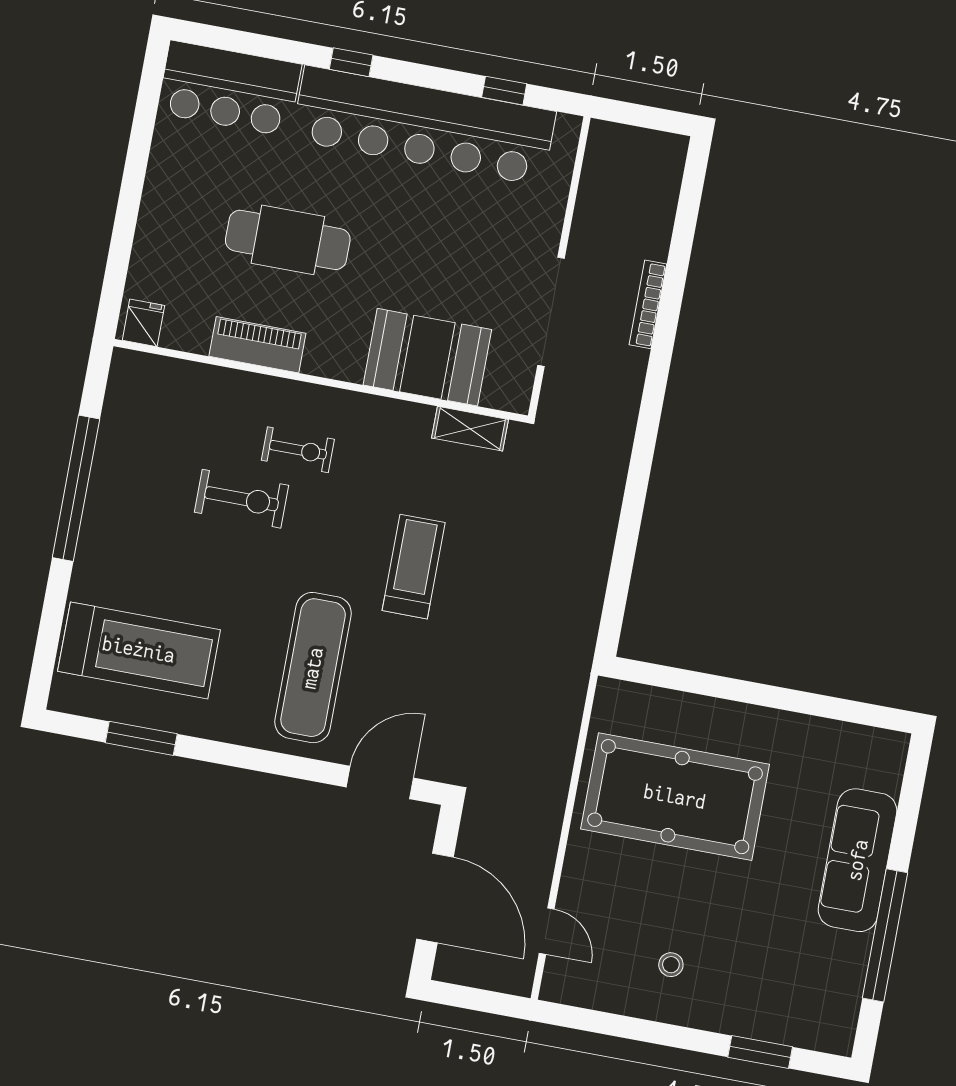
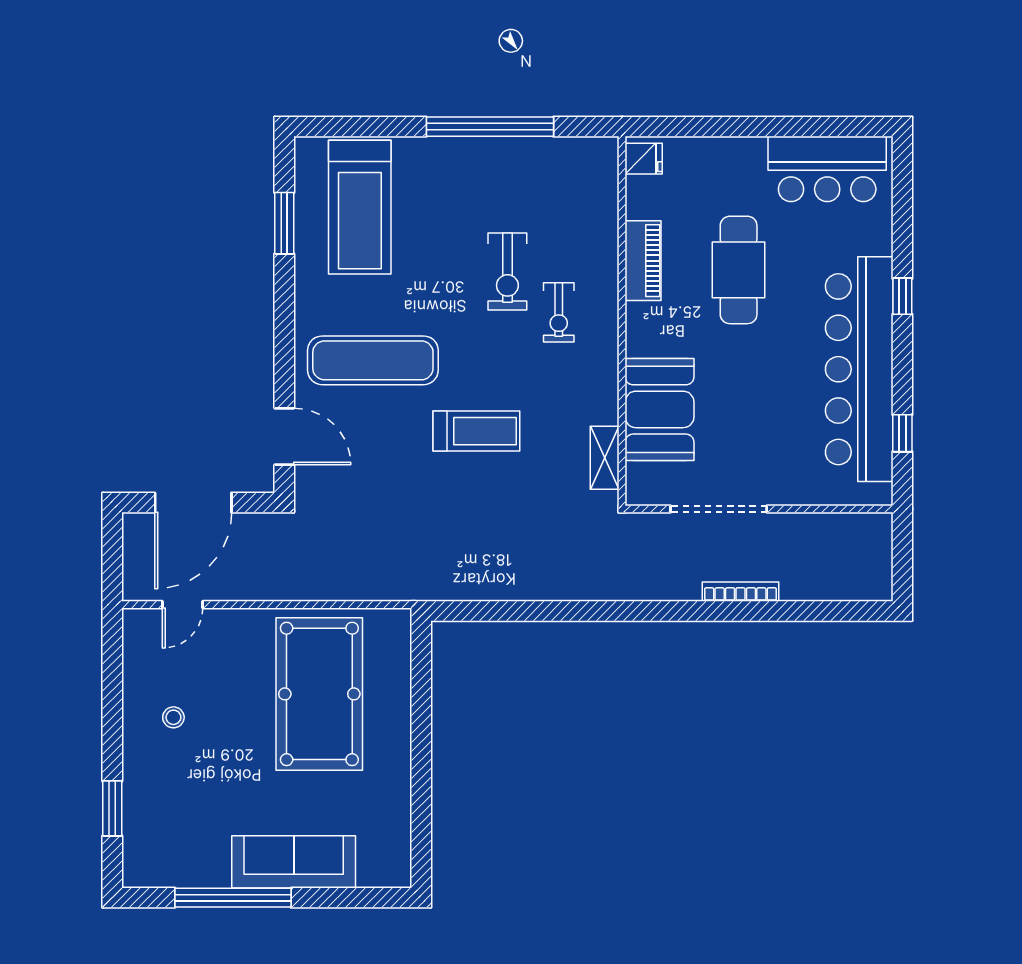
bar counter: (229, 89) -> (827, 169), moved, turned -90

